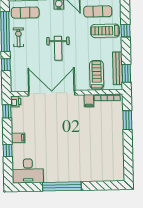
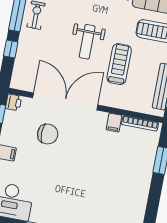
treadmill: (97, 75) -> (119, 64), moved
chair: (44, 119) -> (48, 134), added

